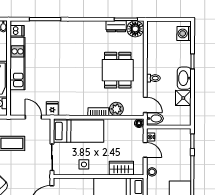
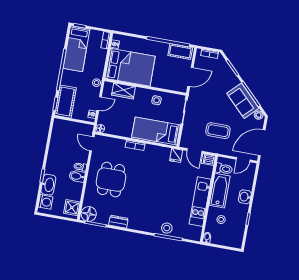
dresser: (116, 26) -> (118, 222), moved
stool: (48, 29) -> (167, 228), added
dishwasher: (17, 31) -> (208, 160), moved
washbasin: (184, 78) -> (48, 185), moved
shower: (183, 98) -> (72, 208), moved
plant: (116, 109) -> (118, 145), removed
bidet: (155, 118) -> (77, 176), moved
cot: (182, 146) -> (65, 102), added
door: (145, 150) -> (99, 104), swing flipped

